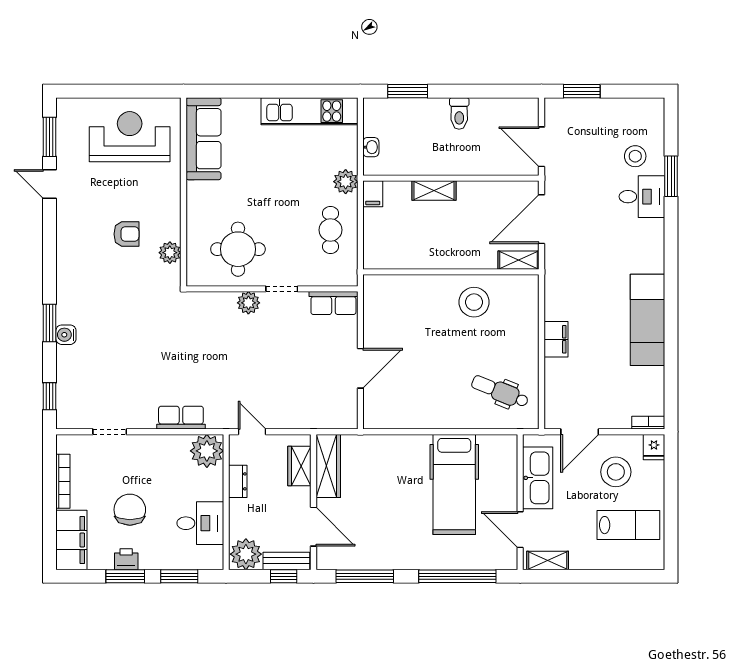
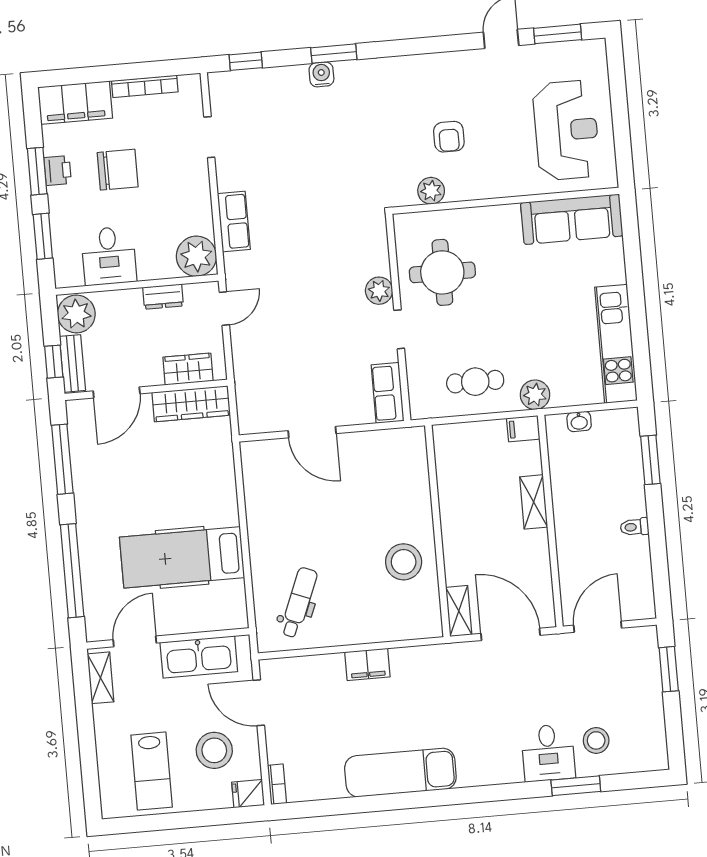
toilet: (459, 113) -> (635, 527), width x0.73, depth x0.72

